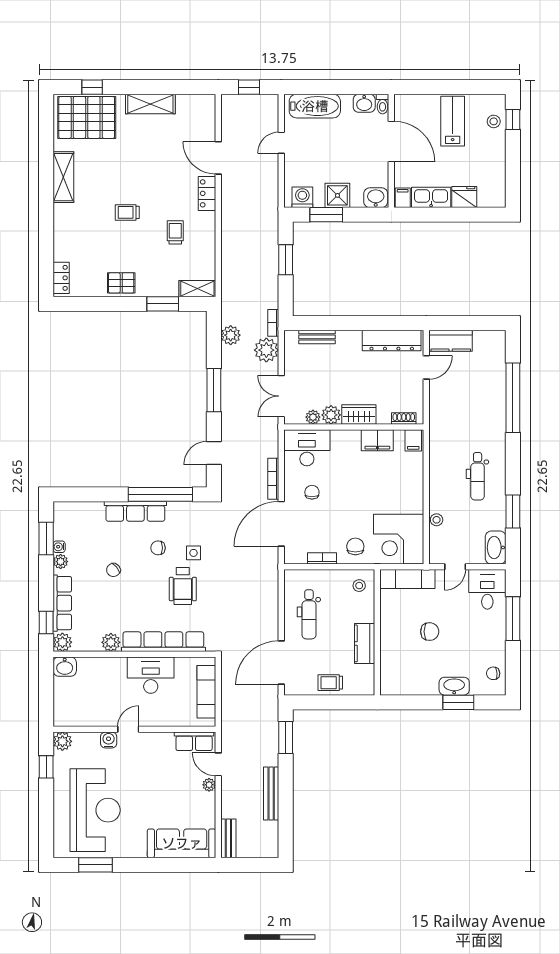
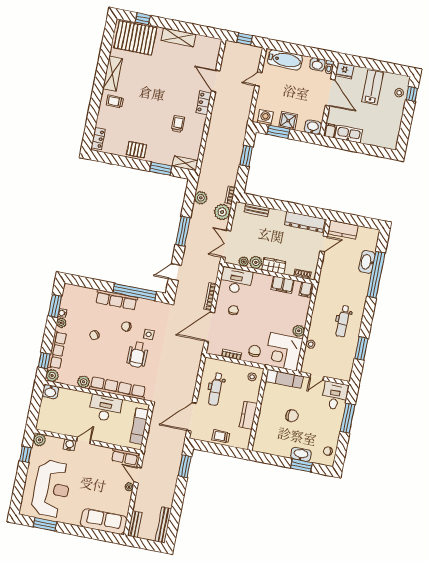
fridge: (464, 197) -> (345, 71), moved, turned 180
trolley: (127, 212) -> (115, 101), moved
plant: (415, 504) -> (299, 331), added
washbasin: (496, 548) -> (367, 262), moved
bench: (271, 794) -> (163, 525), moved

